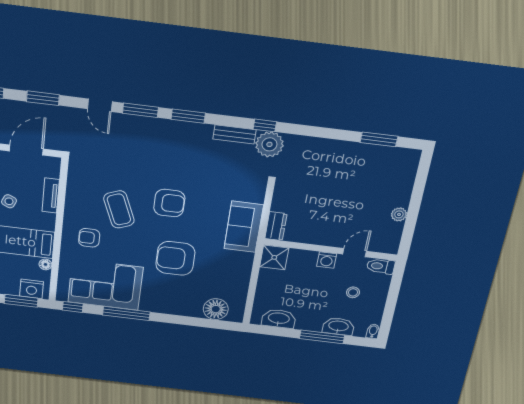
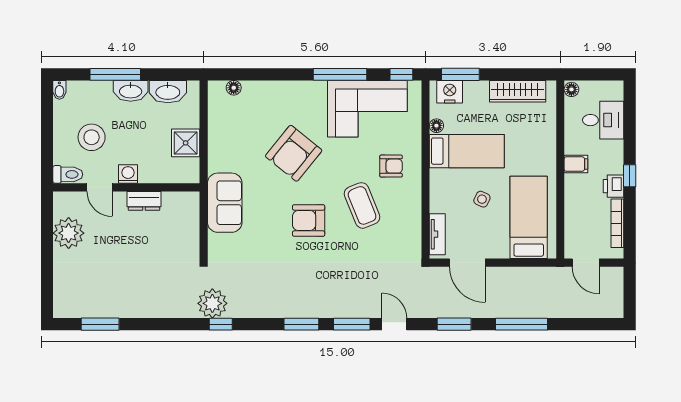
bench: (235, 134) -> (251, 310), removed
door: (26, 150) -> (467, 263), hinge flipped
tv unit: (51, 196) -> (437, 234), moved
plant: (399, 214) -> (69, 233), width x1.87, depth x1.87
dresser: (276, 226) -> (144, 201), moved, turned -90
door: (354, 253) -> (100, 187), hinge flipped
shower: (274, 257) -> (186, 143), moved
armchair: (175, 258) -> (294, 153), turned 129
stool: (353, 292) -> (92, 137), width x1.89, depth x1.89
floor lamp: (216, 309) -> (234, 88), width x0.53, depth x0.53
washbasin: (338, 326) -> (131, 91), moved

